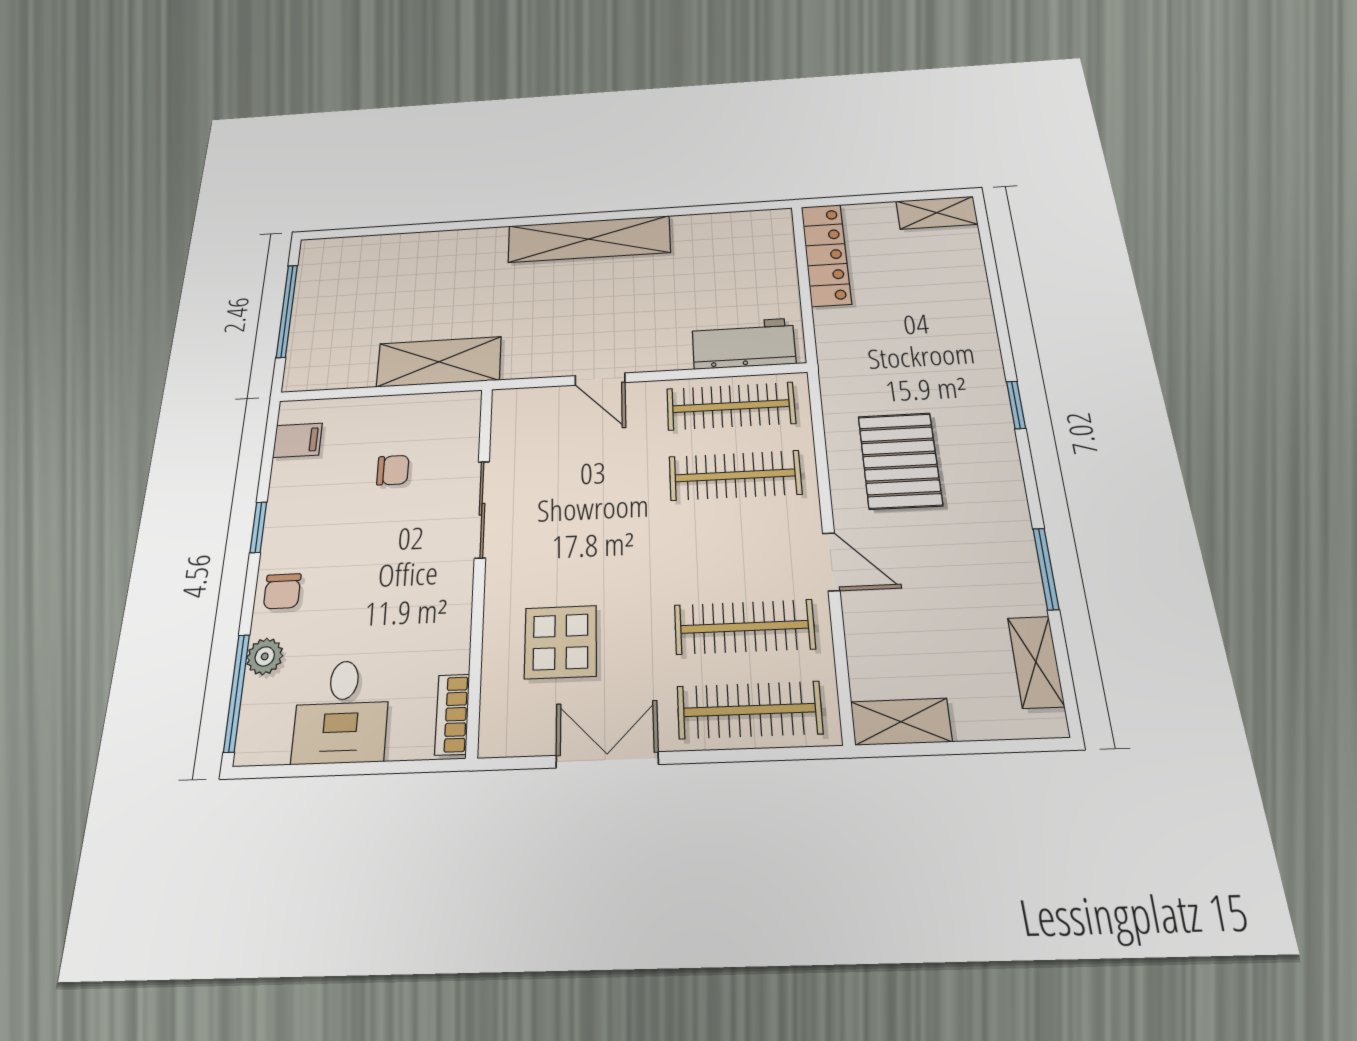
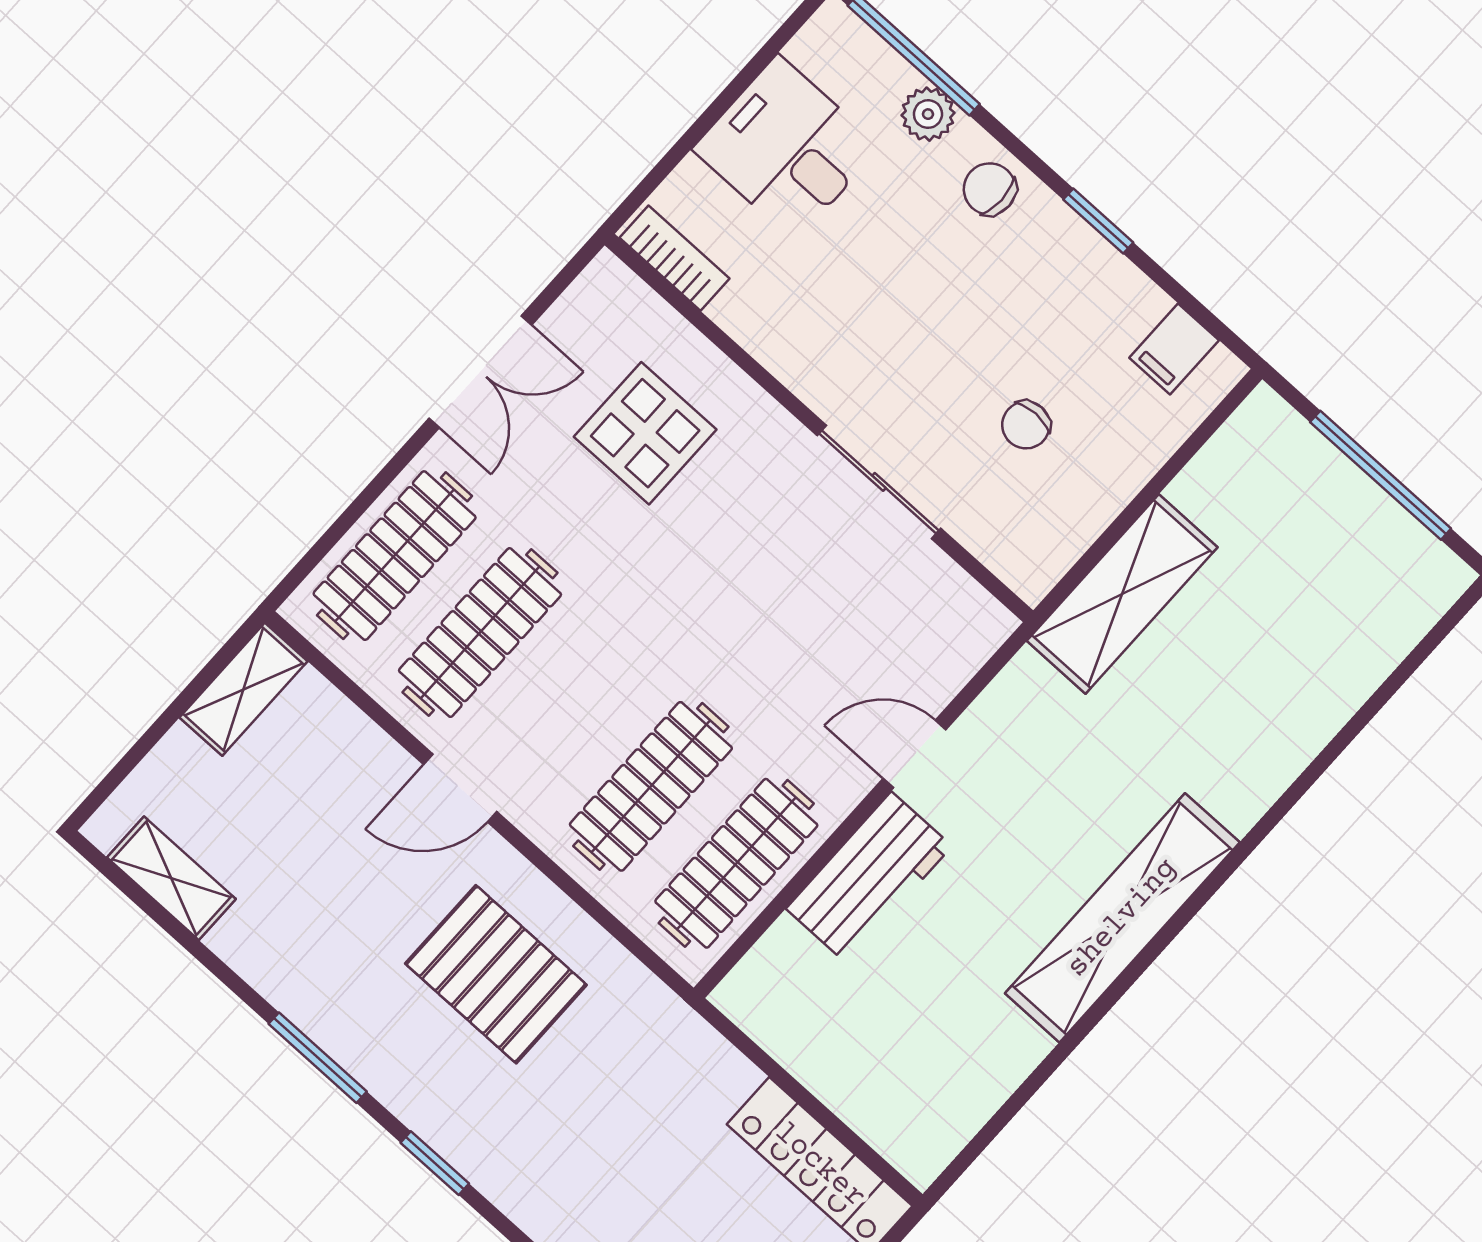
workbench: (744, 344) -> (869, 877), moved
window: (1046, 569) -> (318, 1058), moved

